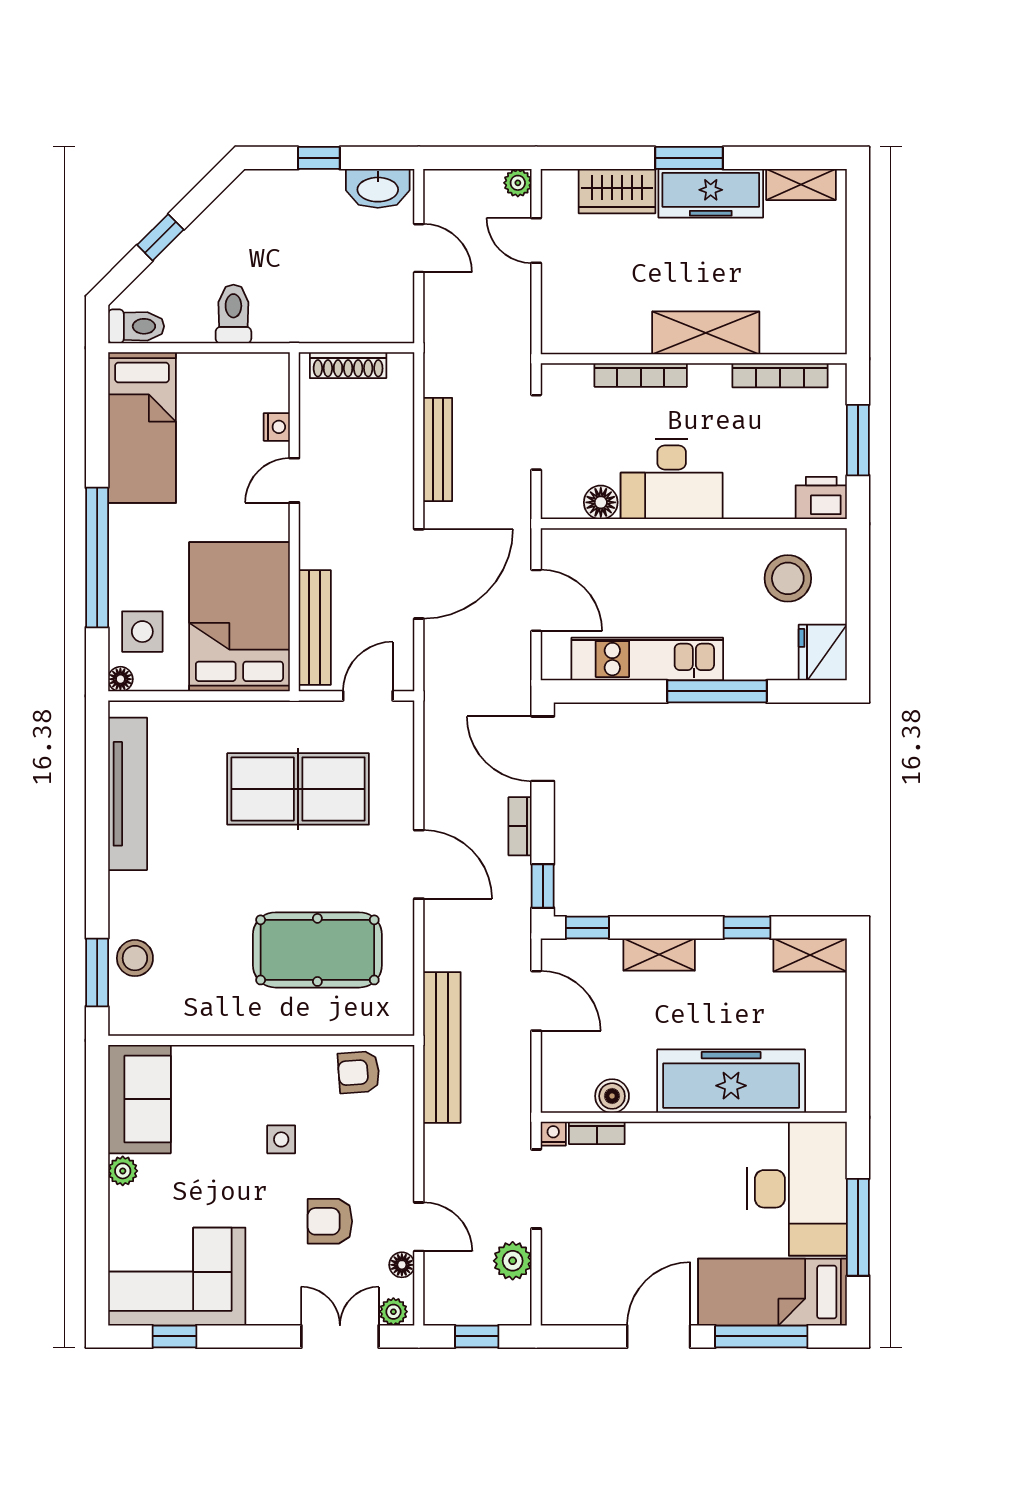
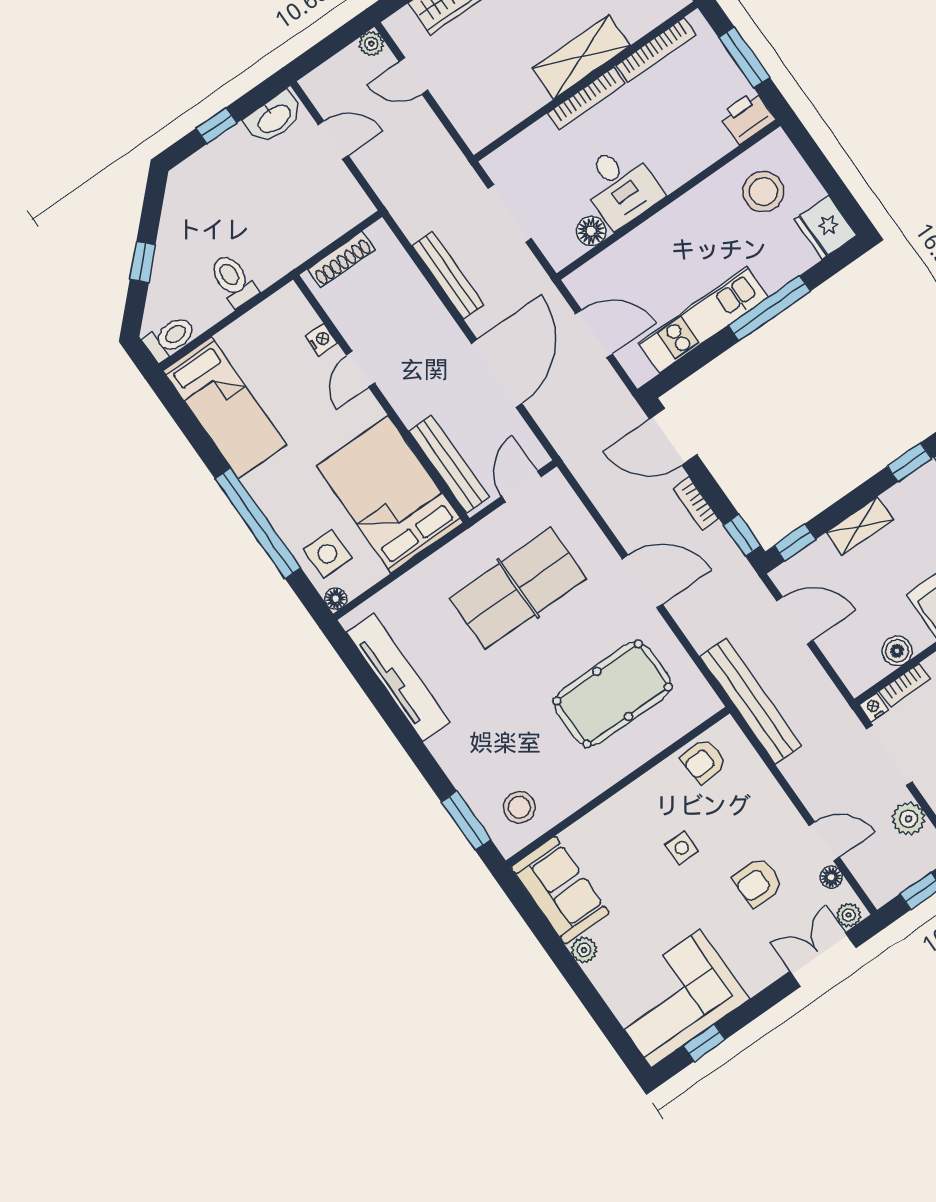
bookcase: (641, 375) -> (586, 98), moved
desk: (672, 479) -> (620, 186), width x0.73
stool: (135, 958) -> (519, 807), moved

